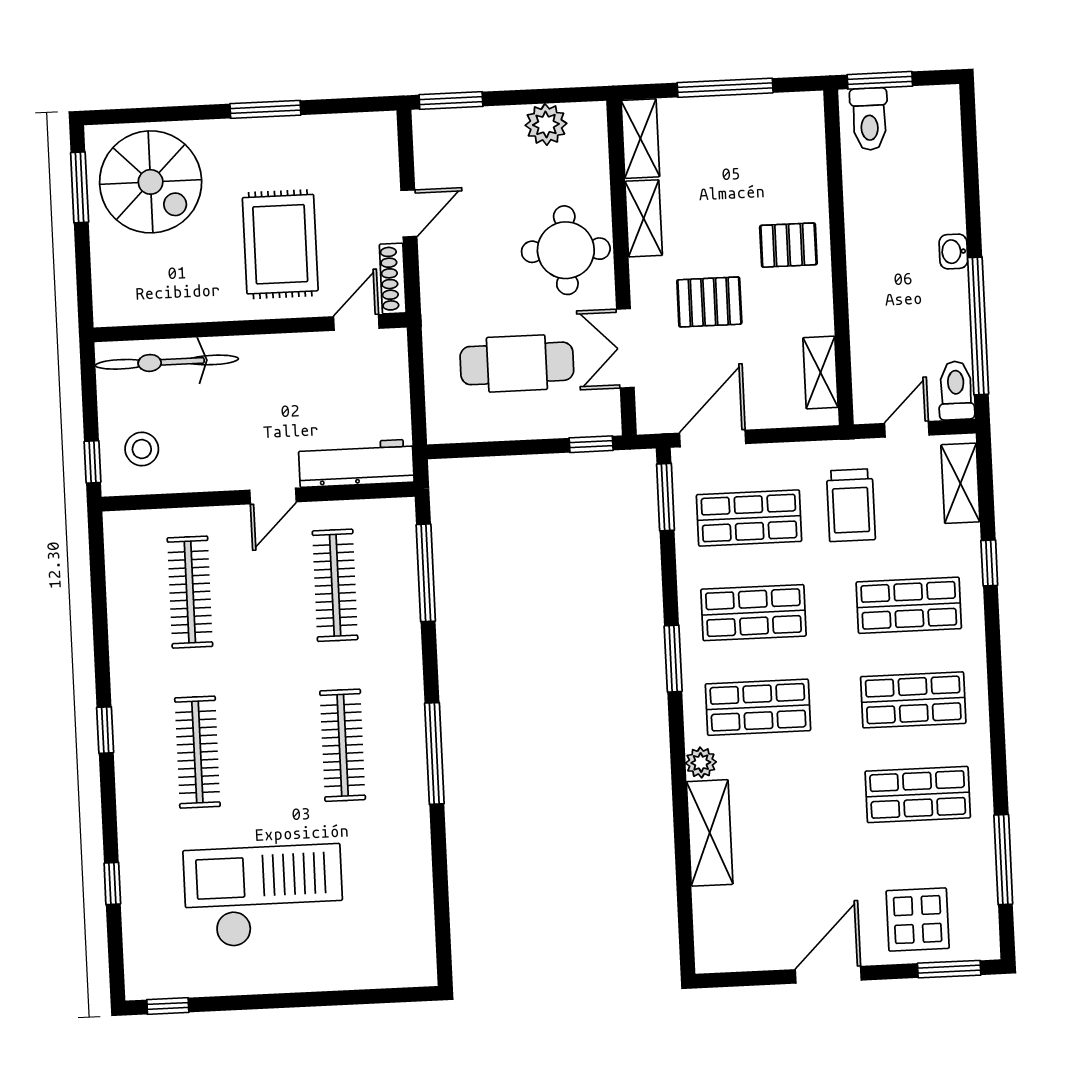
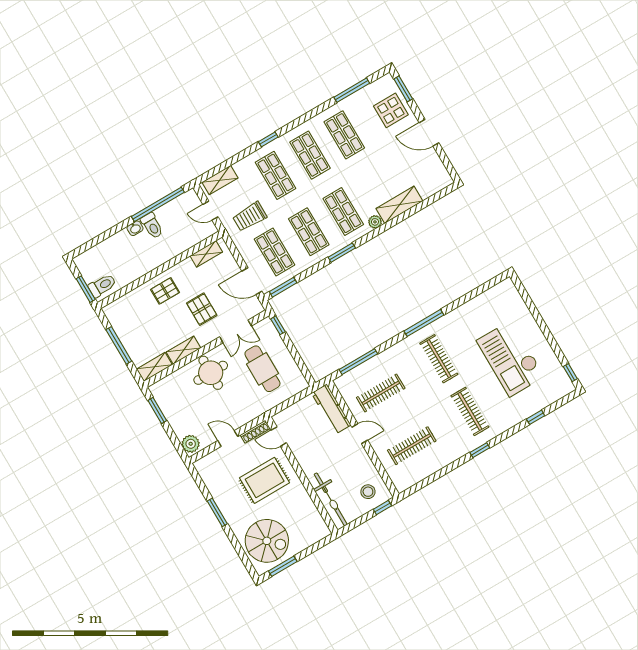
window: (451, 101) -> (157, 410), moved
plant: (546, 124) -> (191, 444), moved
spiral stairs: (151, 182) -> (267, 541), turned 90
pallet: (788, 245) -> (165, 291), turned 90
toilet: (956, 390) -> (152, 226), moved, turned -90
trolley: (851, 505) -> (250, 217), turned 180
window: (989, 563) -> (268, 139), moved
clothes rail: (343, 745) -> (439, 359), turned 90
clothes rail: (197, 752) -> (470, 411), turned 90

